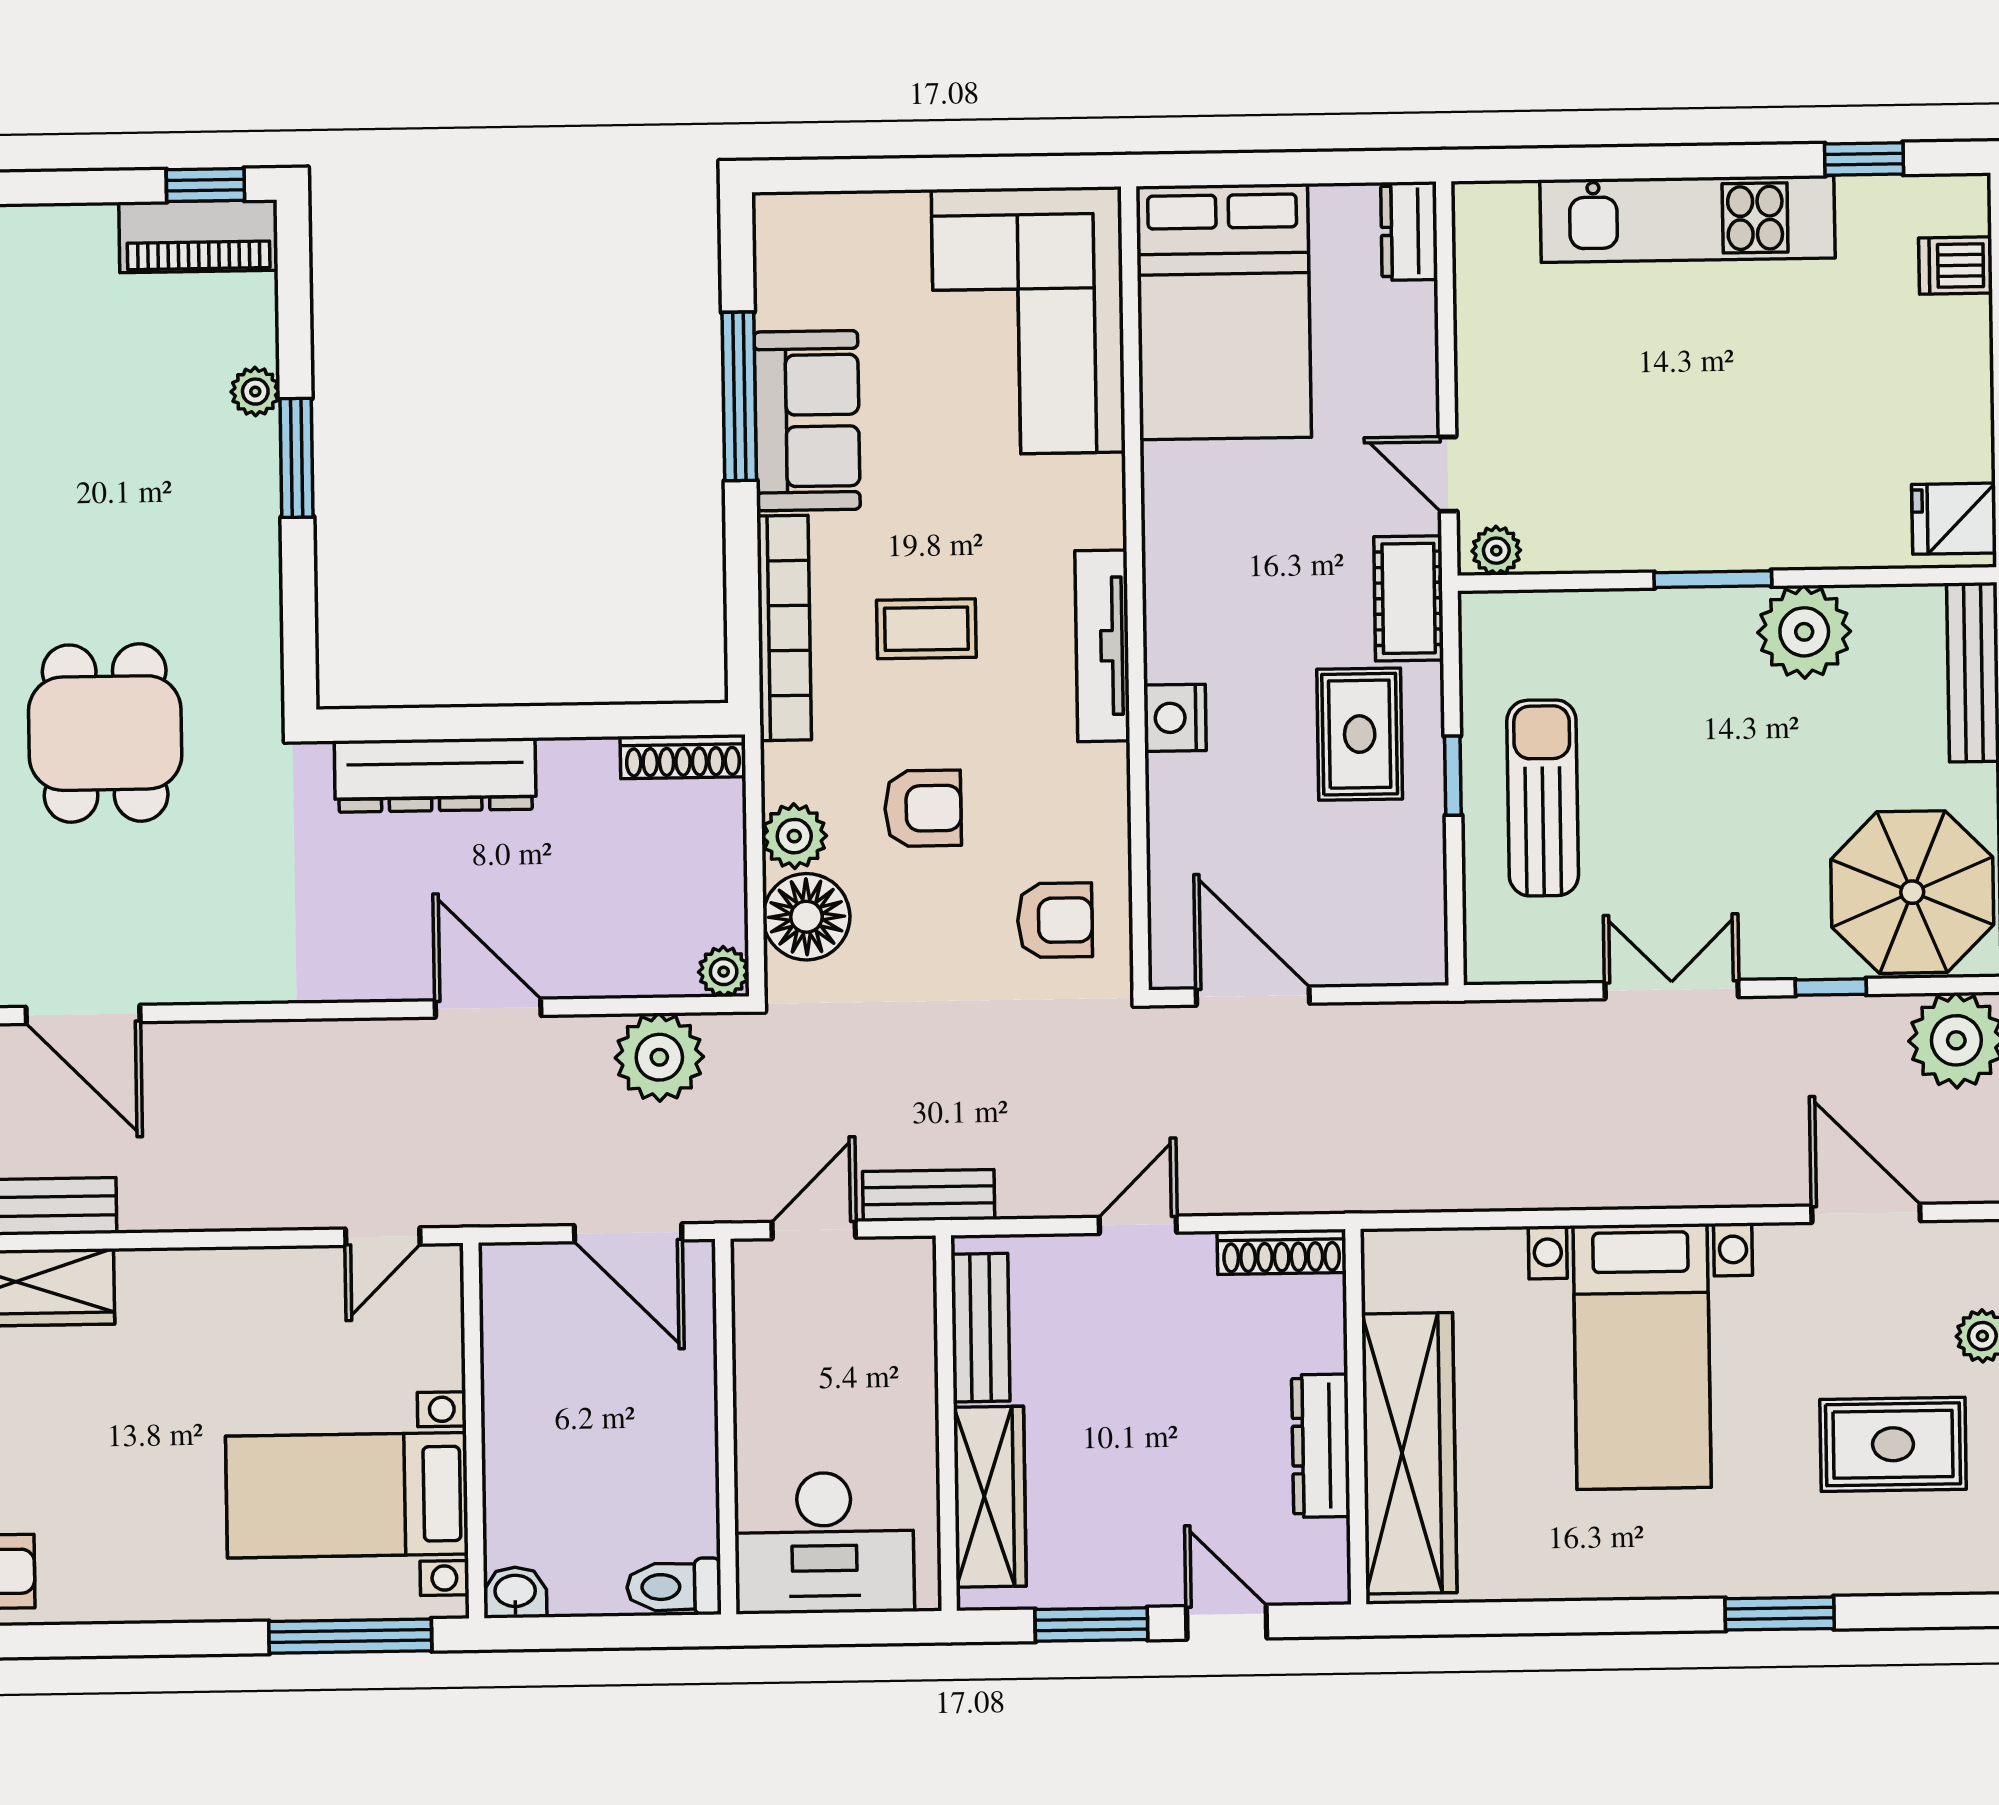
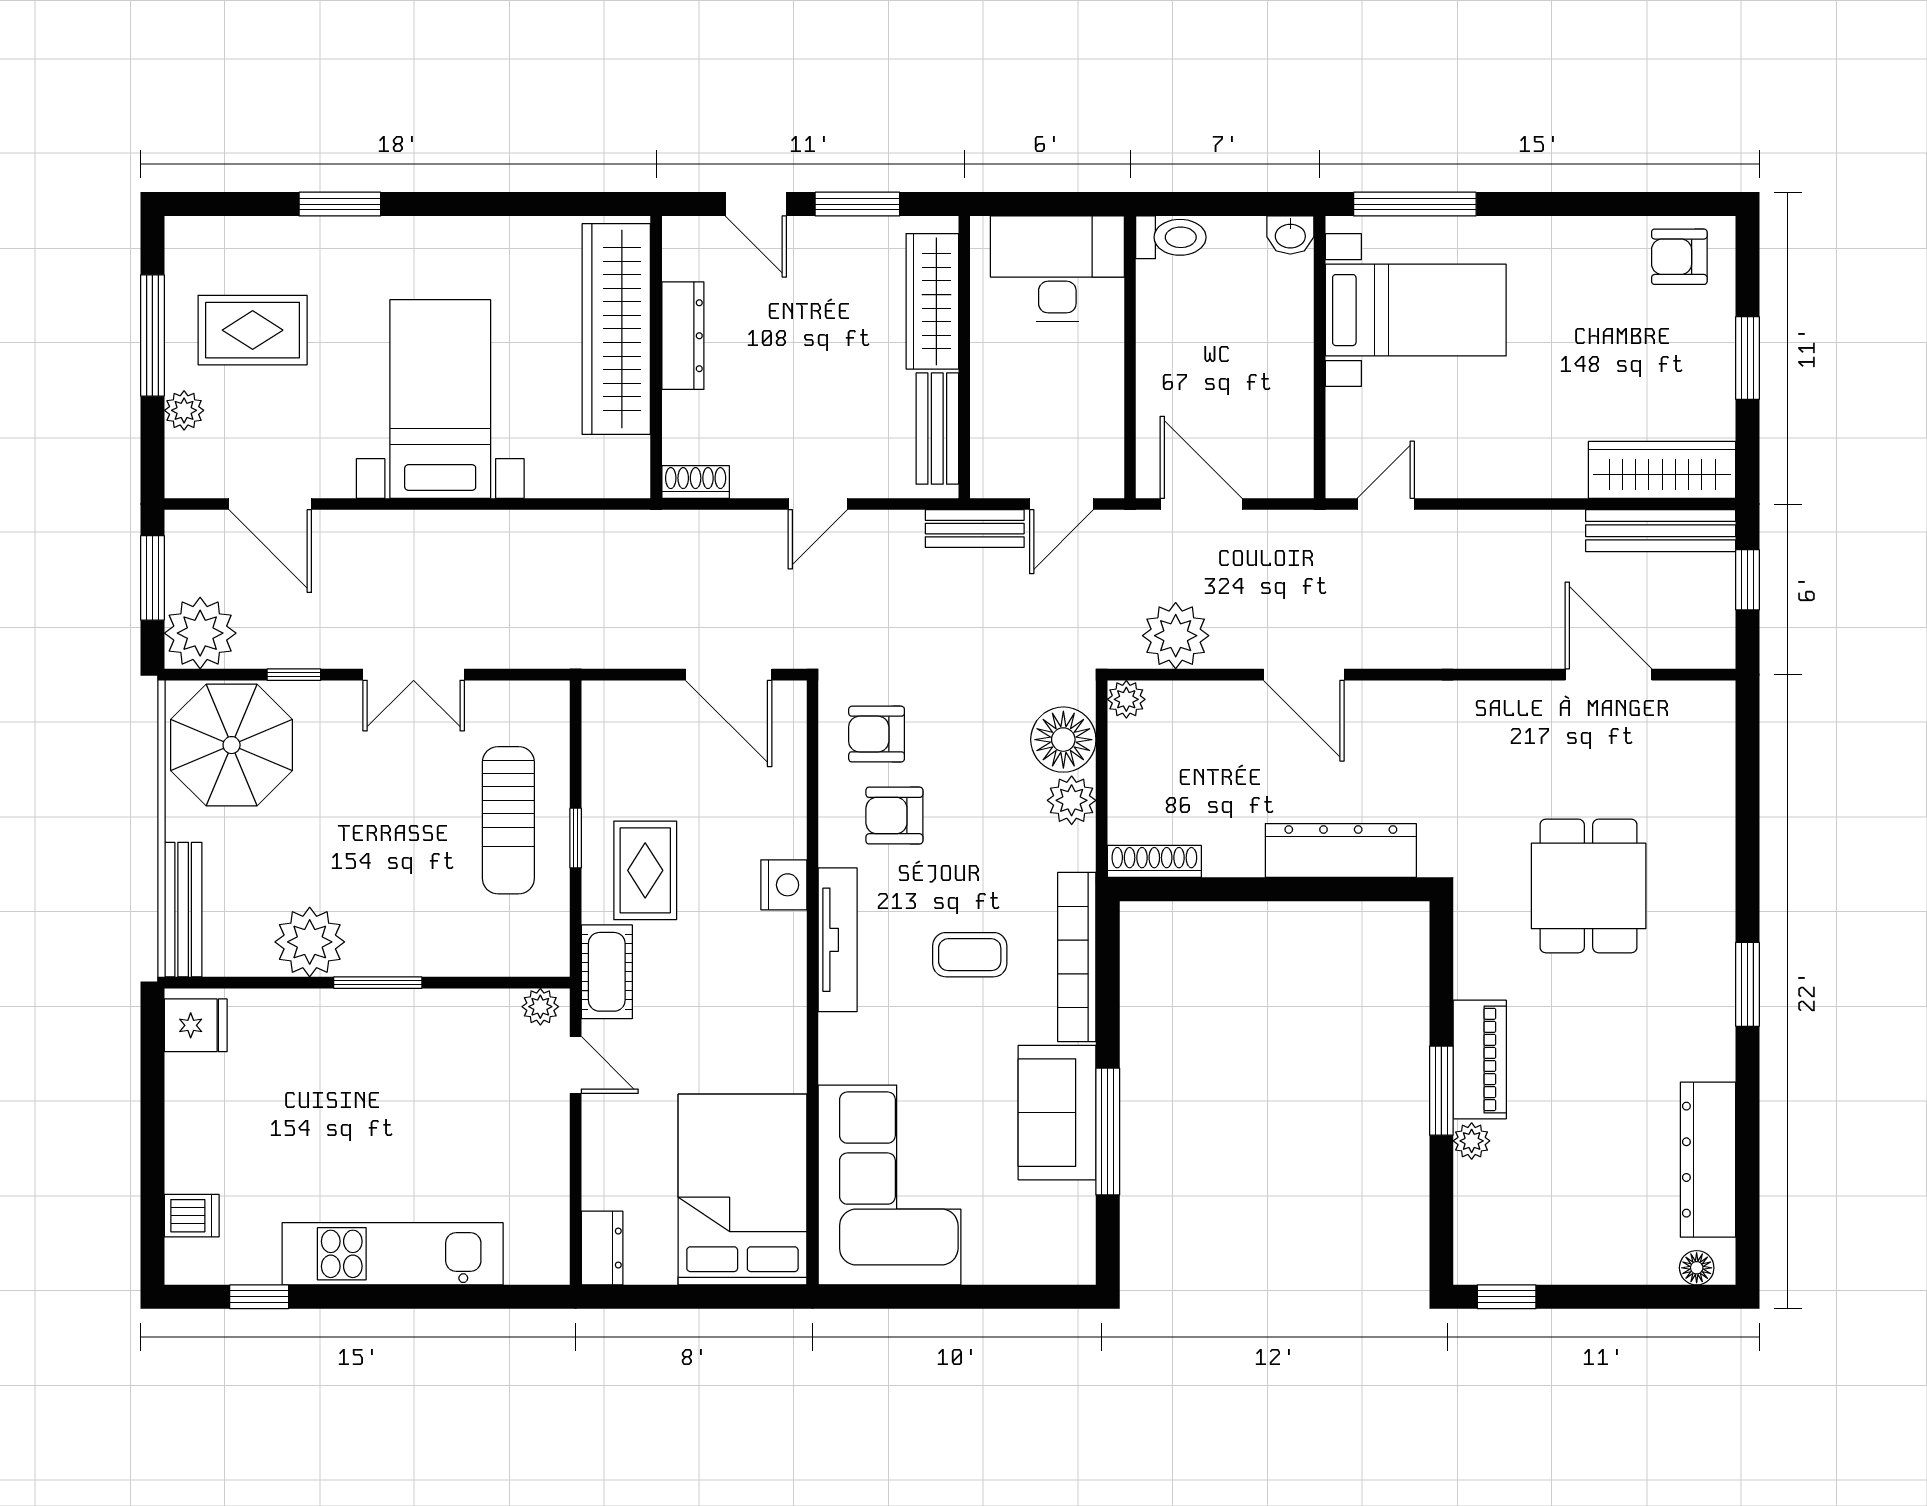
piano: (198, 236) -> (1480, 1059), moved, turned 90
armchair: (923, 808) -> (894, 816), moved
shoe rack: (1282, 1252) -> (696, 482), width x0.70

